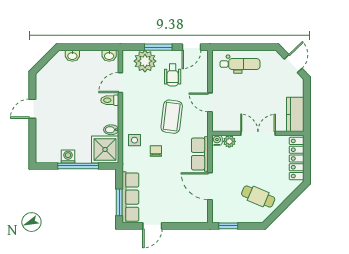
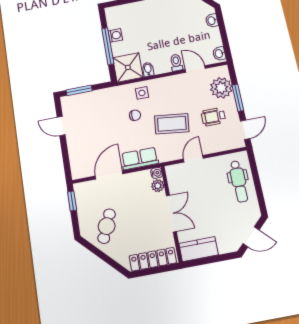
door: (192, 47) -> (245, 130), swing flipped
row of seats: (130, 197) -> (86, 100), removed

